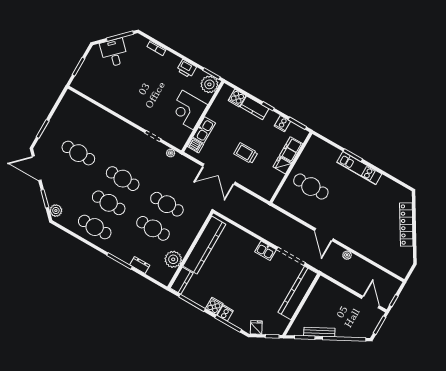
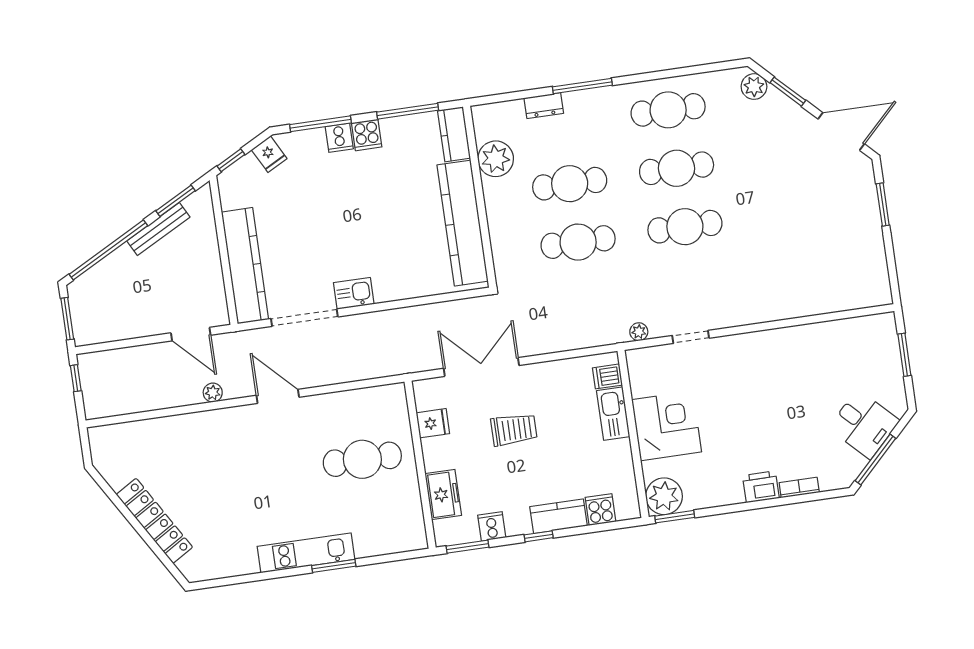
printer: (186, 69) -> (761, 487), moved
cafe table: (78, 153) -> (792, 211), removed
fridge: (282, 165) -> (433, 423), moved
double door: (219, 174) -> (481, 367), moved
door: (370, 302) -> (191, 334), moved

